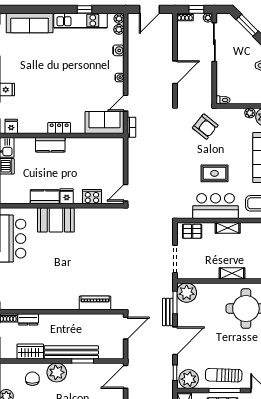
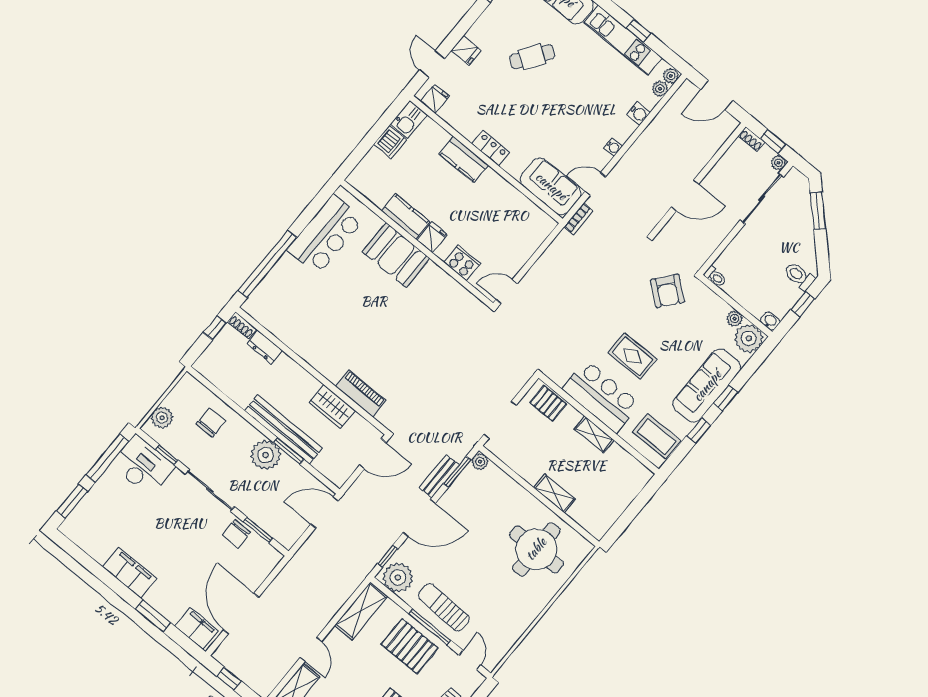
cafe table: (42, 66) -> (532, 57), added
plant: (187, 293) -> (480, 462), width x0.53, depth x0.53
wardrobe: (30, 352) -> (332, 407), moved, turned 180
plant: (57, 372) -> (266, 455), moved

